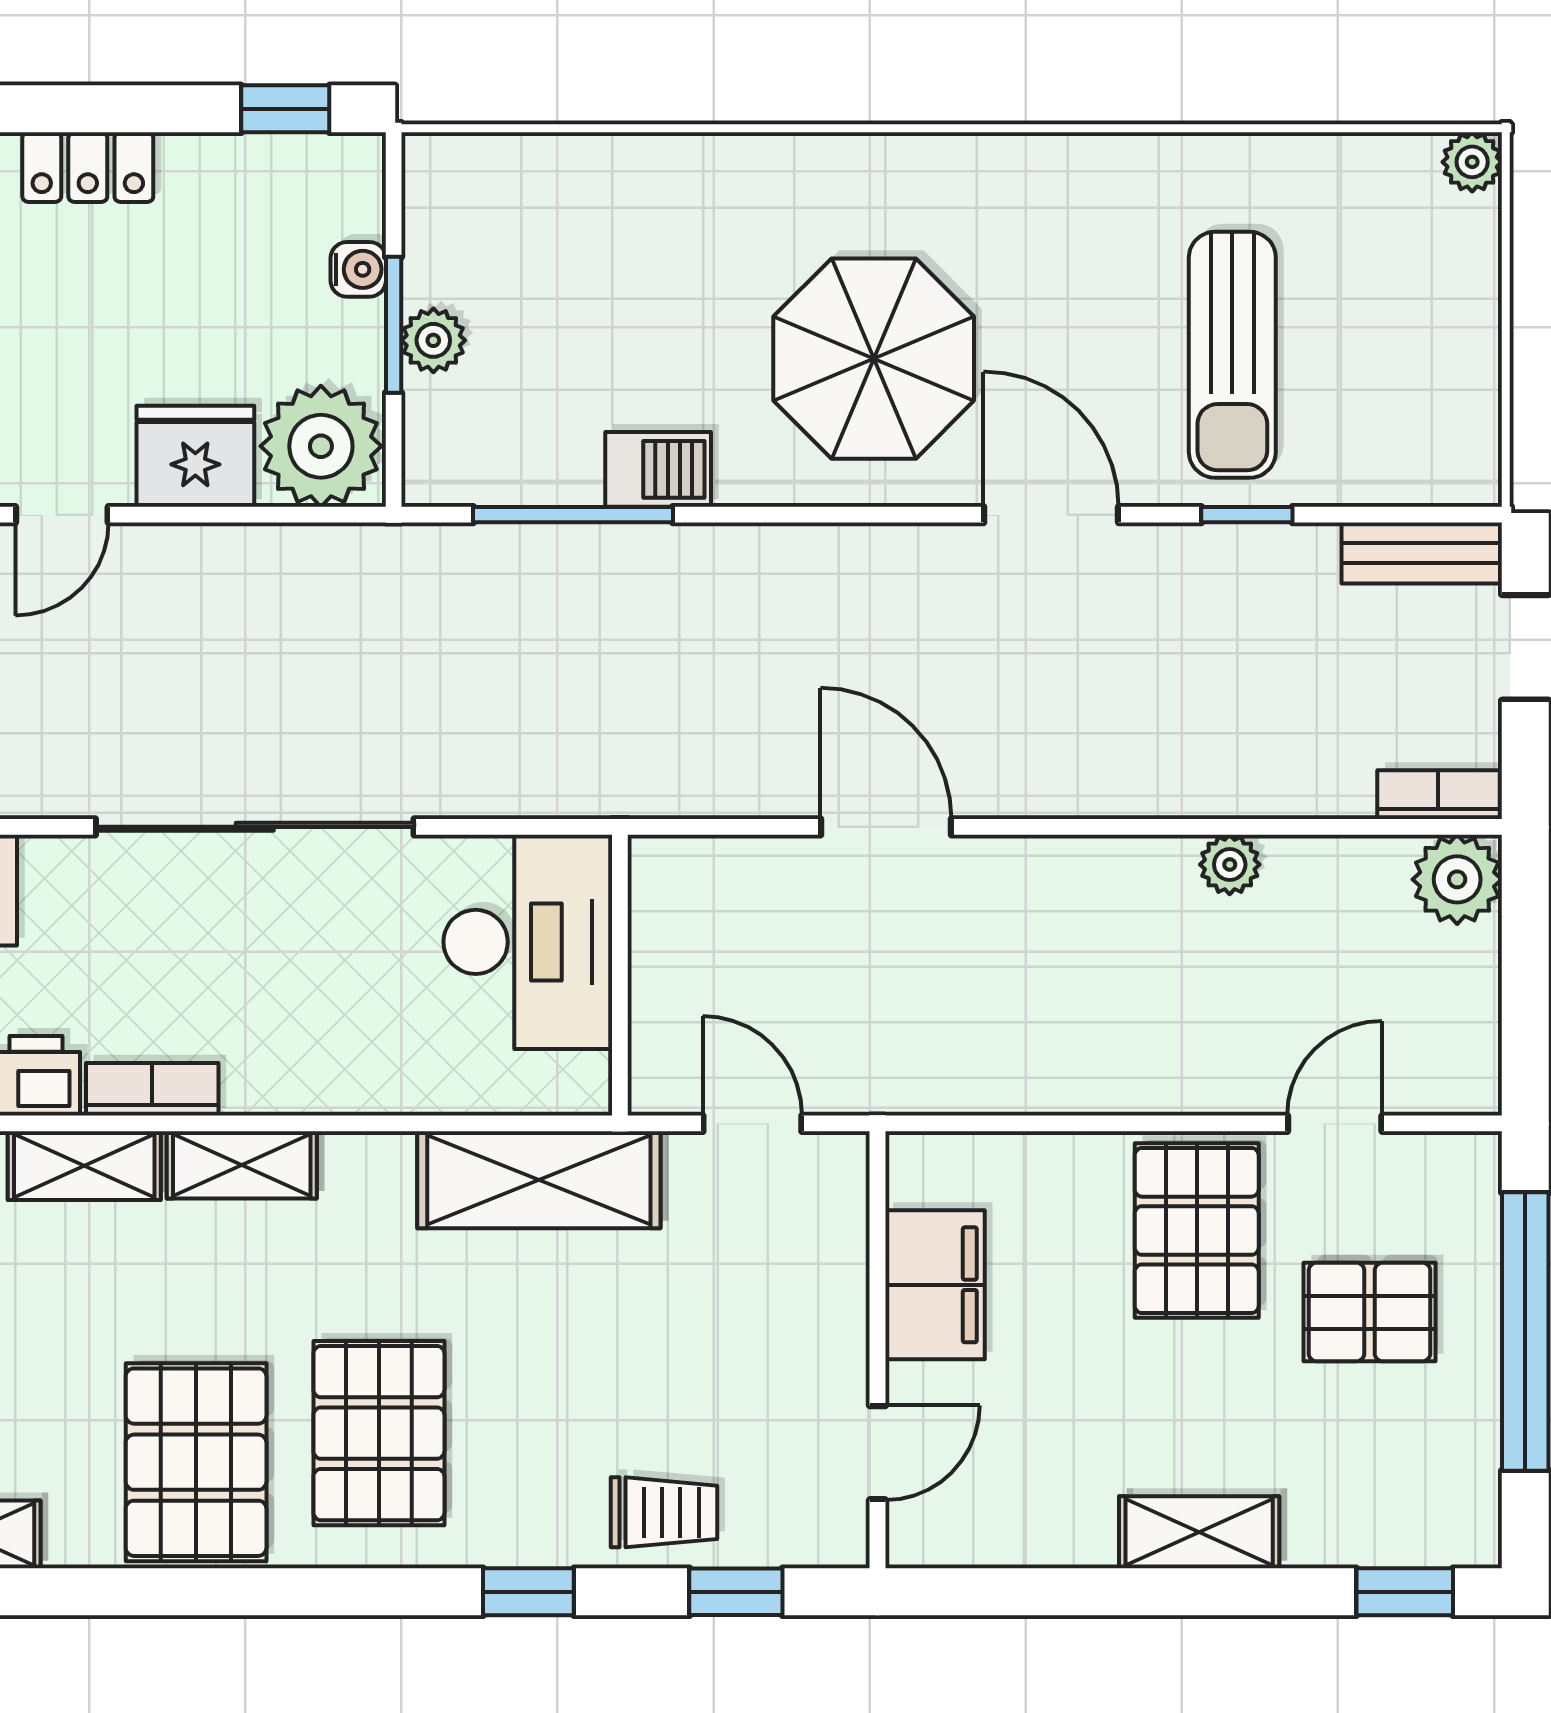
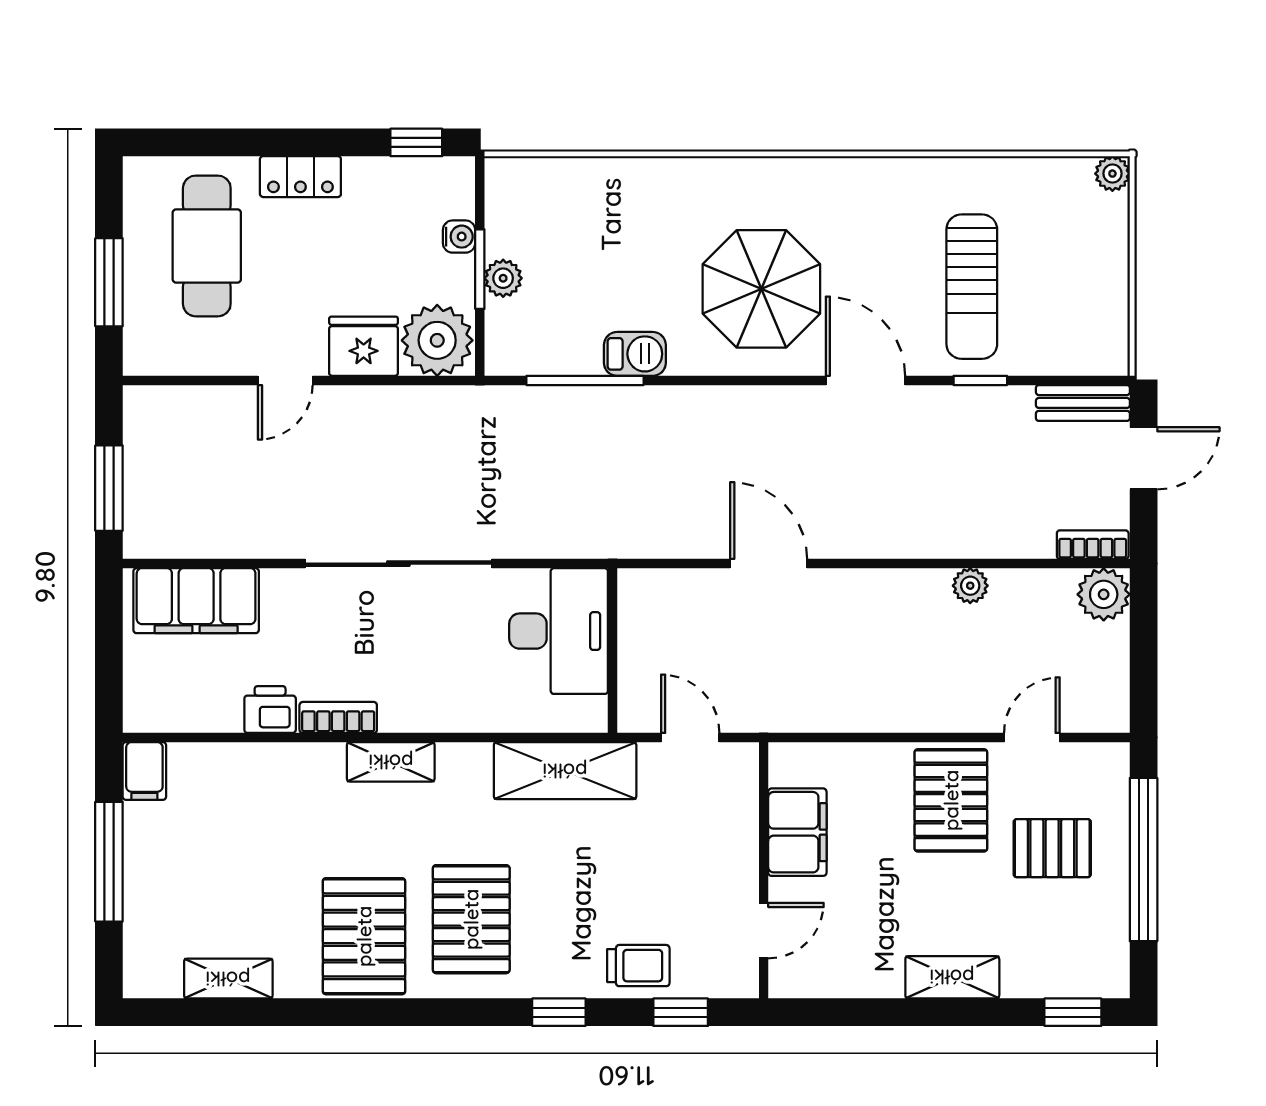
shelving: (84, 1166) -> (298, 762), removed

